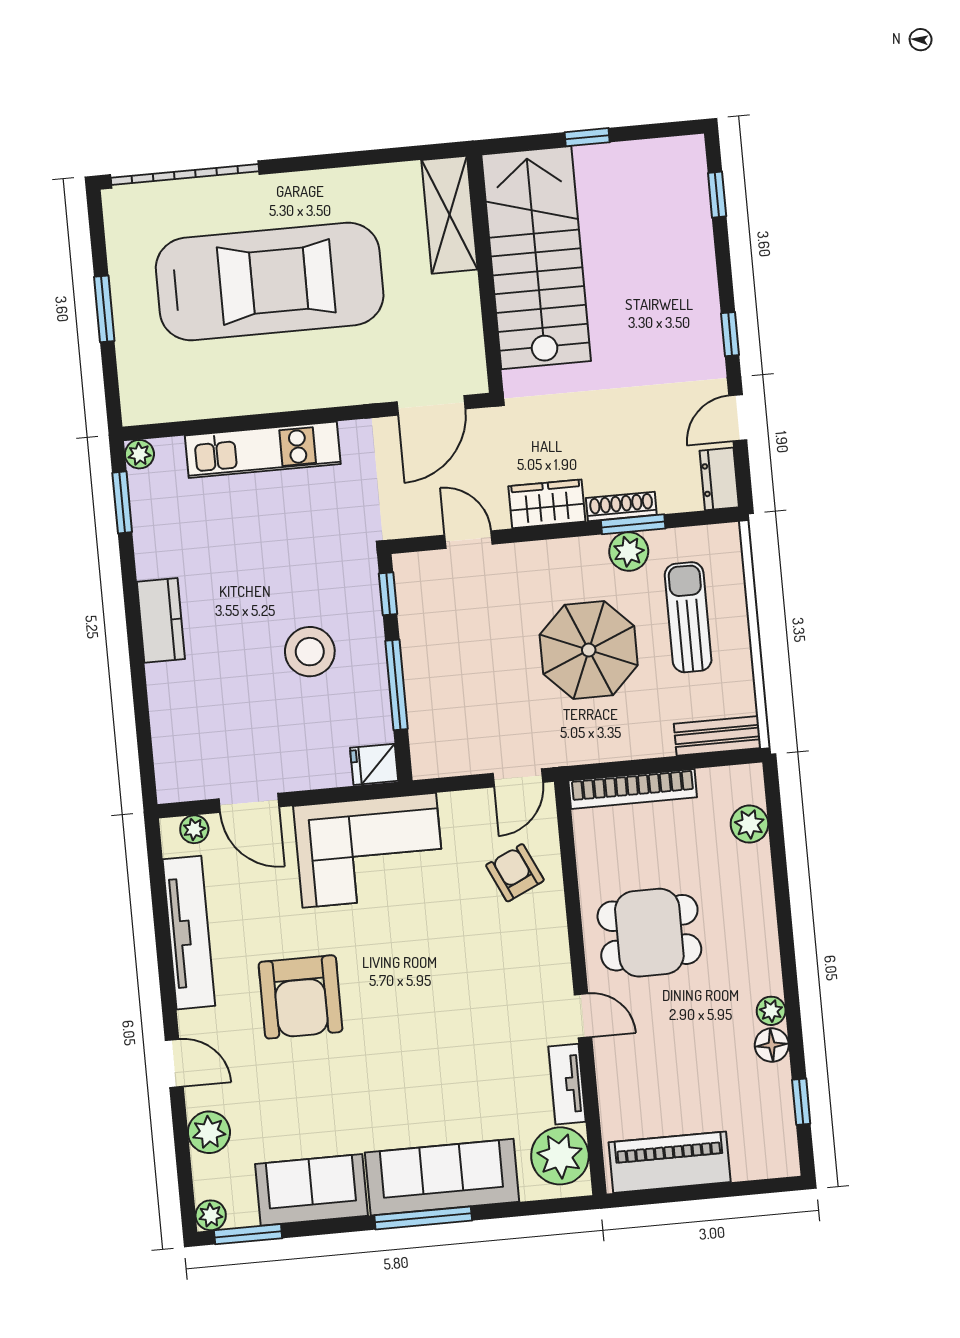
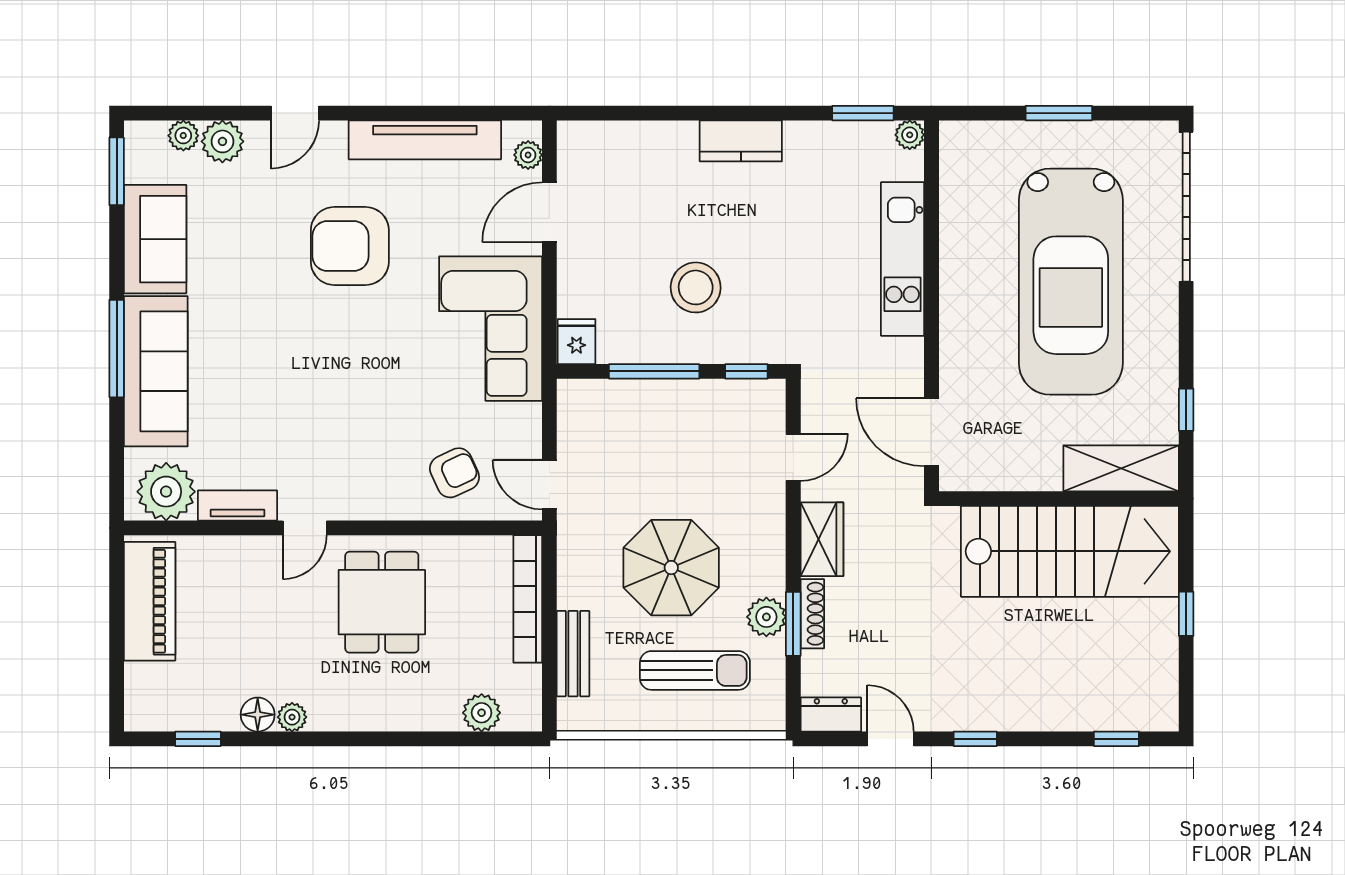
window: (386, 156) -> (1186, 410), added
bench: (717, 736) -> (573, 654), moved
plant: (211, 1215) -> (183, 136), moved

